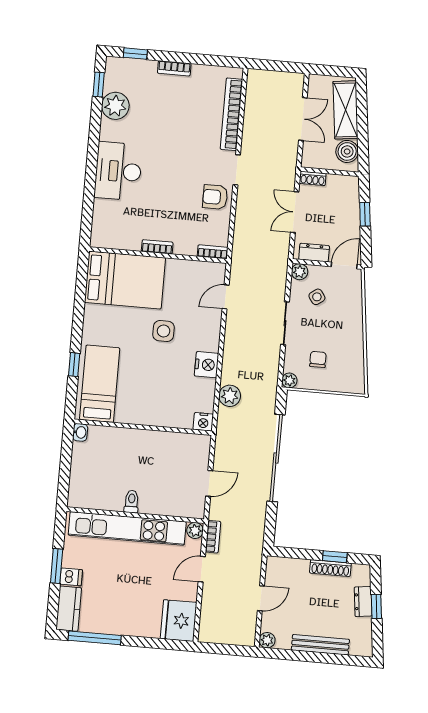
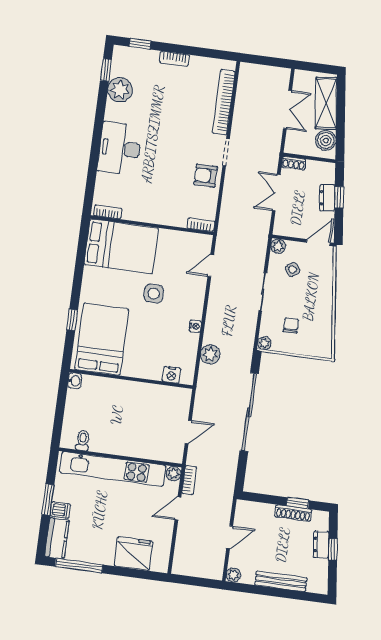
bookcase: (157, 247) -> (108, 212), moved
dresser: (314, 253) -> (327, 198), moved, turned -97
nightstand: (207, 365) -> (195, 326), width x0.53, depth x0.56
bed: (100, 384) -> (102, 339), width x1.50
nightstand: (203, 422) -> (171, 375), moved
toilet: (132, 502) -> (83, 440), moved
fridge: (179, 621) -> (134, 554), moved, turned 90

